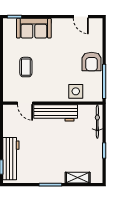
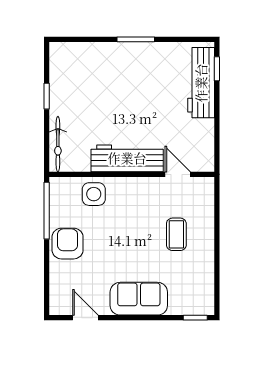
sofa: (34, 28) -> (139, 299), moved
shelving: (78, 178) -> (91, 51), removed

